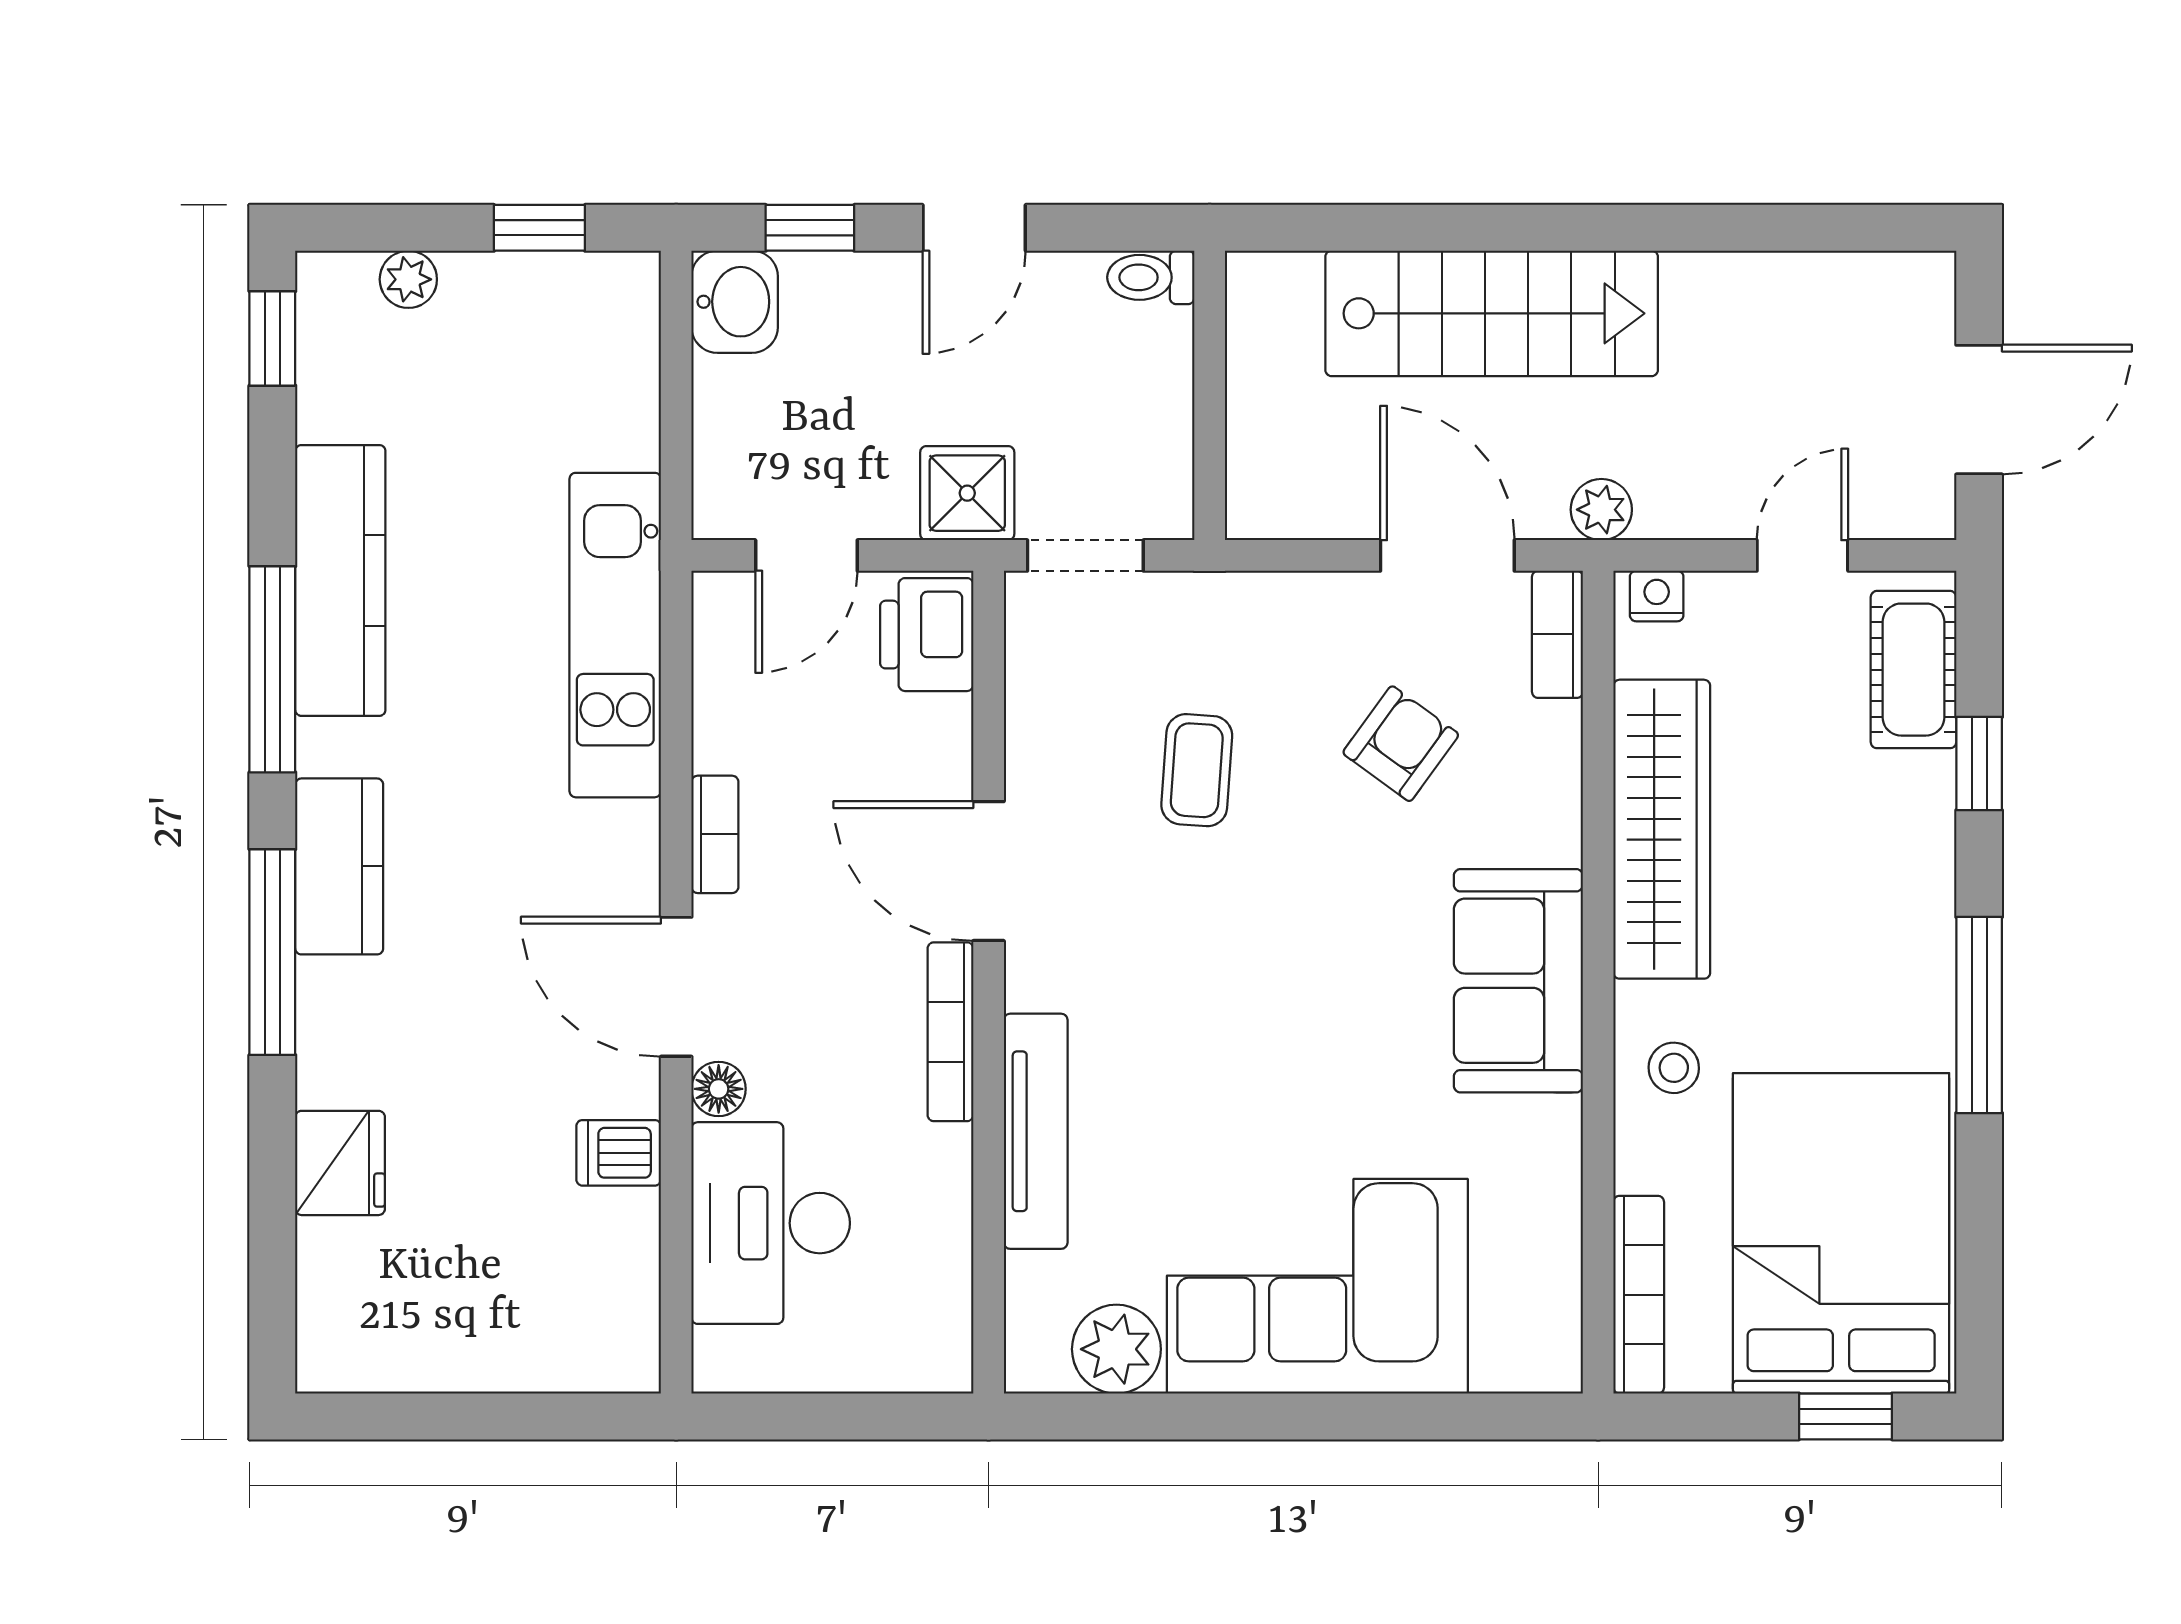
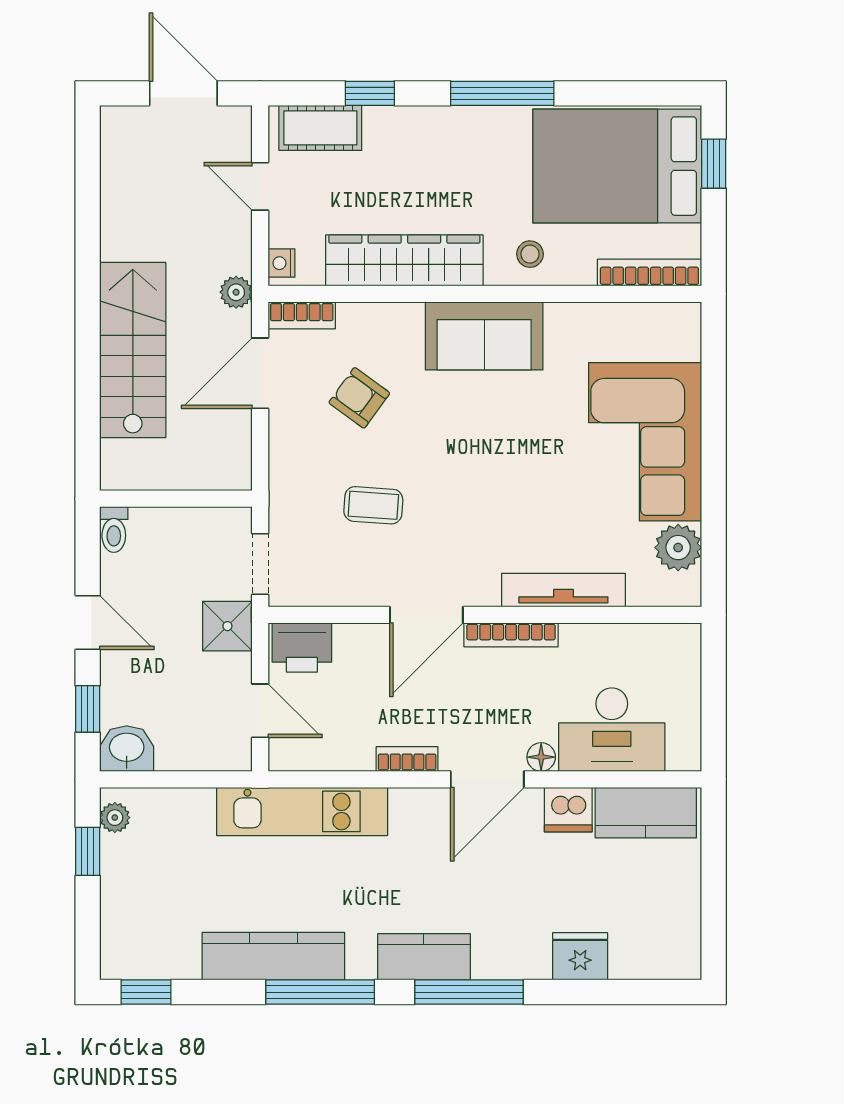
plant: (408, 279) -> (115, 818), moved
dishwasher: (619, 1153) -> (568, 810), width x1.38
kitchen counter: (613, 1288) -> (646, 813), added

